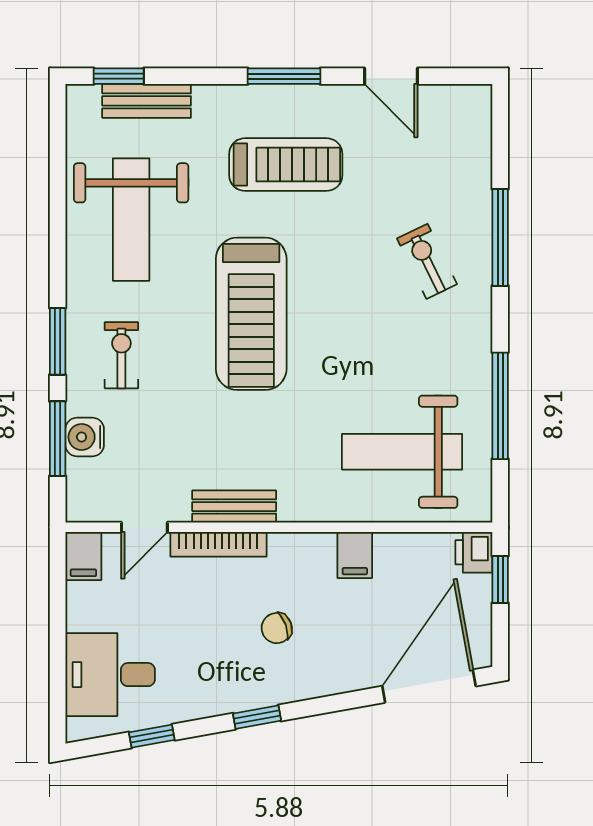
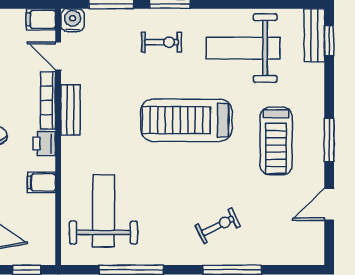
bench: (147, 101) -> (314, 35), moved
water cooler: (85, 437) -> (73, 20), moved
printer: (474, 552) -> (44, 143), moved, turned -90

